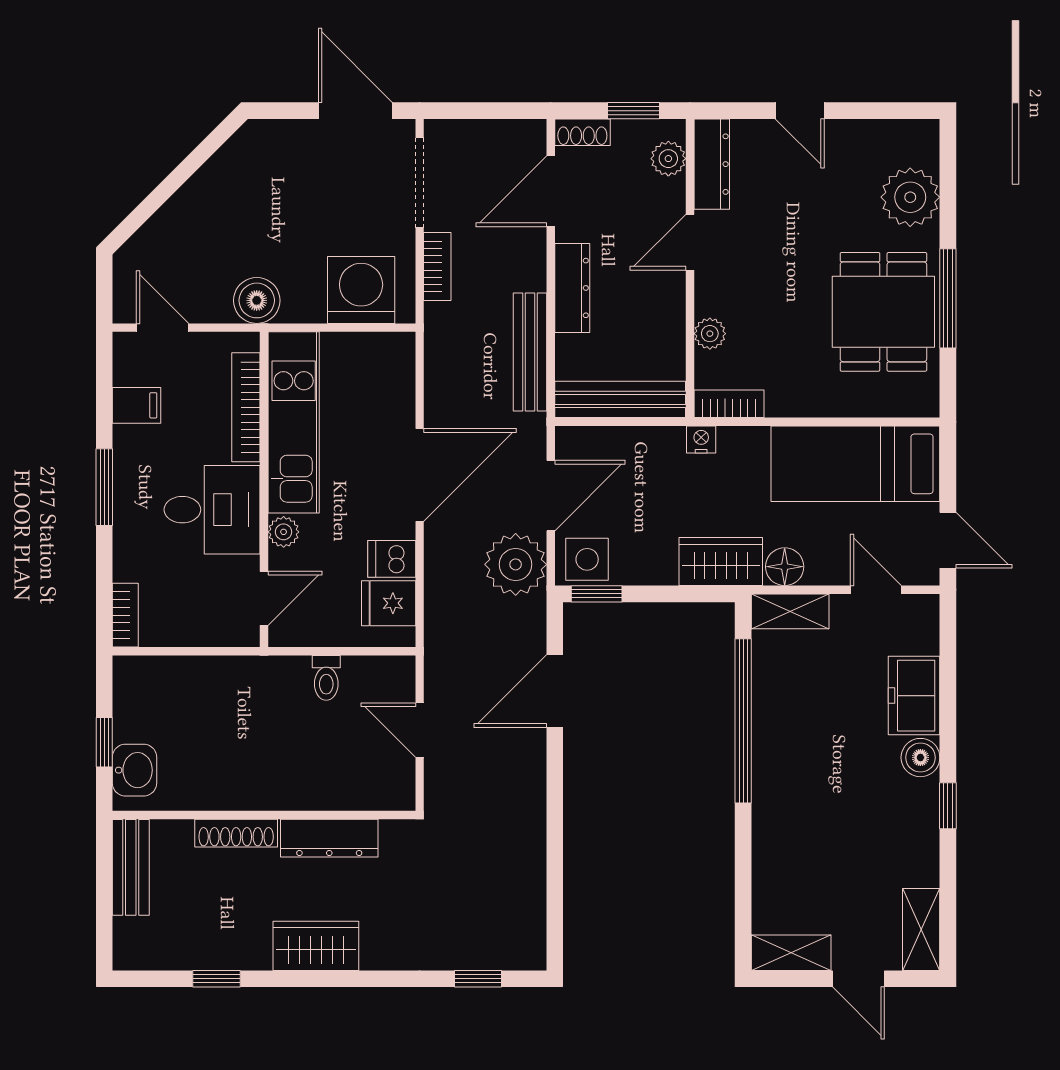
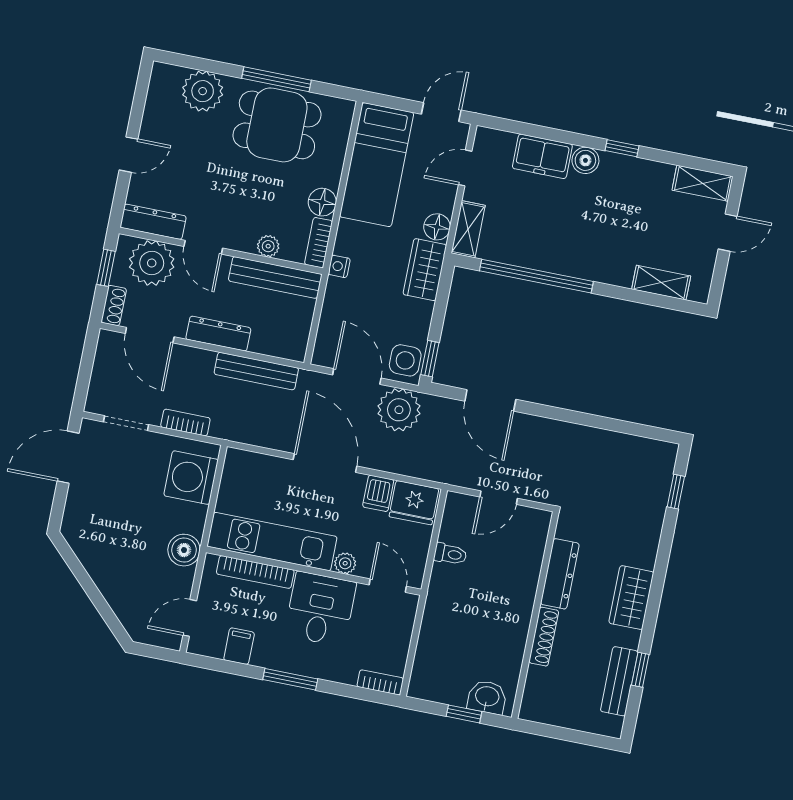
plant: (668, 159) -> (152, 263), width x1.87, depth x1.87
doorway: (420, 183) -> (126, 423), width x0.73
floor lamp: (787, 398) -> (322, 202), added
bench: (620, 399) -> (275, 277), moved, turned 90
fridge: (389, 603) -> (414, 503), width x1.38
bench: (131, 867) -> (619, 681), moved, turned 90
shelving: (791, 953) -> (661, 283), moved, turned 90

